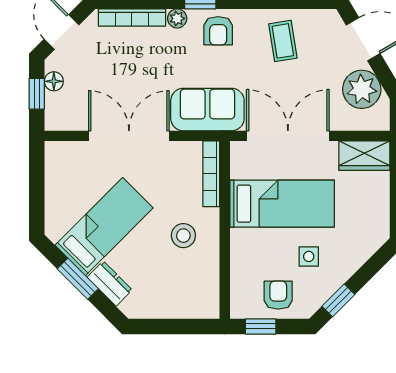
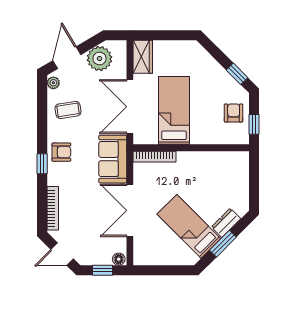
plant: (177, 18) -> (53, 83), moved
floor lamp: (54, 81) -> (119, 259), moved
stool: (183, 236) -> (195, 175), removed
side table: (309, 256) -> (208, 93), removed
armchair: (278, 295) -> (234, 113), turned 90

